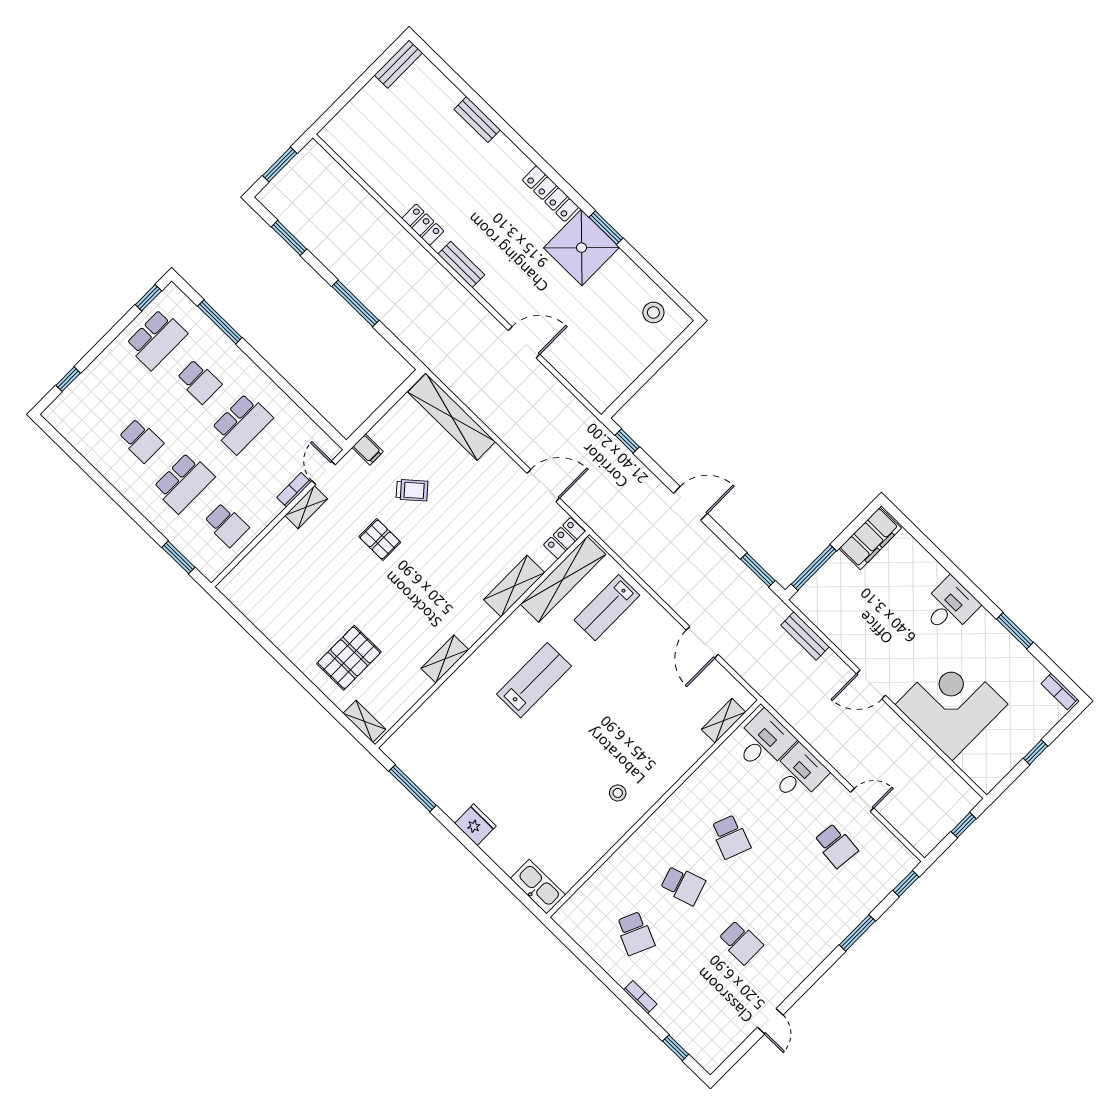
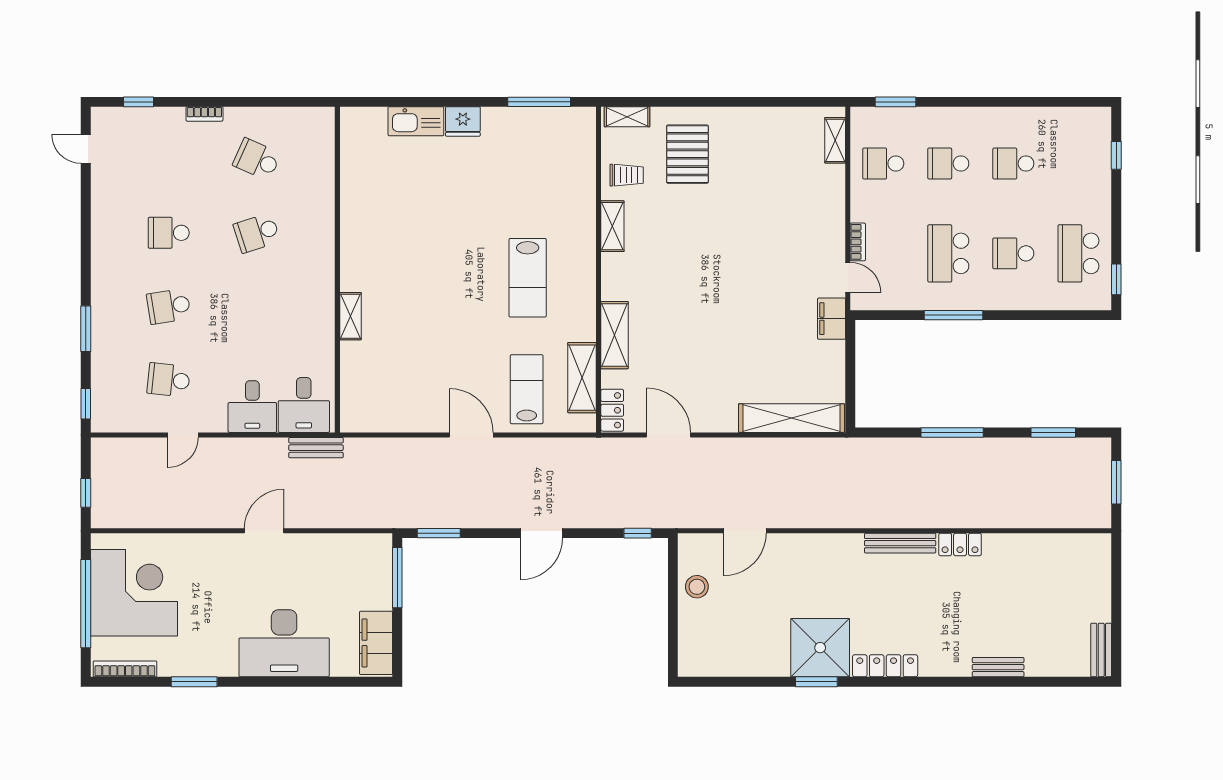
bench: (461, 264) -> (900, 543), width x1.36
stool: (653, 312) -> (697, 587), moved
window: (220, 322) -> (954, 315), moved
door: (524, 342) -> (745, 531), moved
filing cabinet: (368, 449) -> (832, 319), width x2.00
school desk: (184, 483) -> (948, 164), width x0.54
door: (543, 486) -> (668, 435), swing flipped
trolley: (412, 490) -> (627, 175), moved, turned -139
shelving: (306, 507) -> (835, 140), moved
pallet: (380, 539) -> (754, 269), removed
shelving: (563, 579) -> (582, 378), width x0.68
desk: (950, 606) -> (284, 643), width x1.87, depth x1.30
bench: (805, 636) -> (316, 448), moved
door: (702, 642) -> (471, 435), moved
bookcase: (1059, 691) -> (125, 669), width x1.56
corner desk: (951, 704) -> (134, 593), moved, turned -90
shelving: (724, 721) -> (350, 316), moved
window: (1035, 752) -> (86, 604), width x3.17
stool: (618, 793) -> (377, 254), removed
school desk: (730, 837) -> (169, 306), moved, turned -30
kitchen sink: (538, 887) -> (416, 121), moved
door: (770, 1021) -> (86, 149), moved

